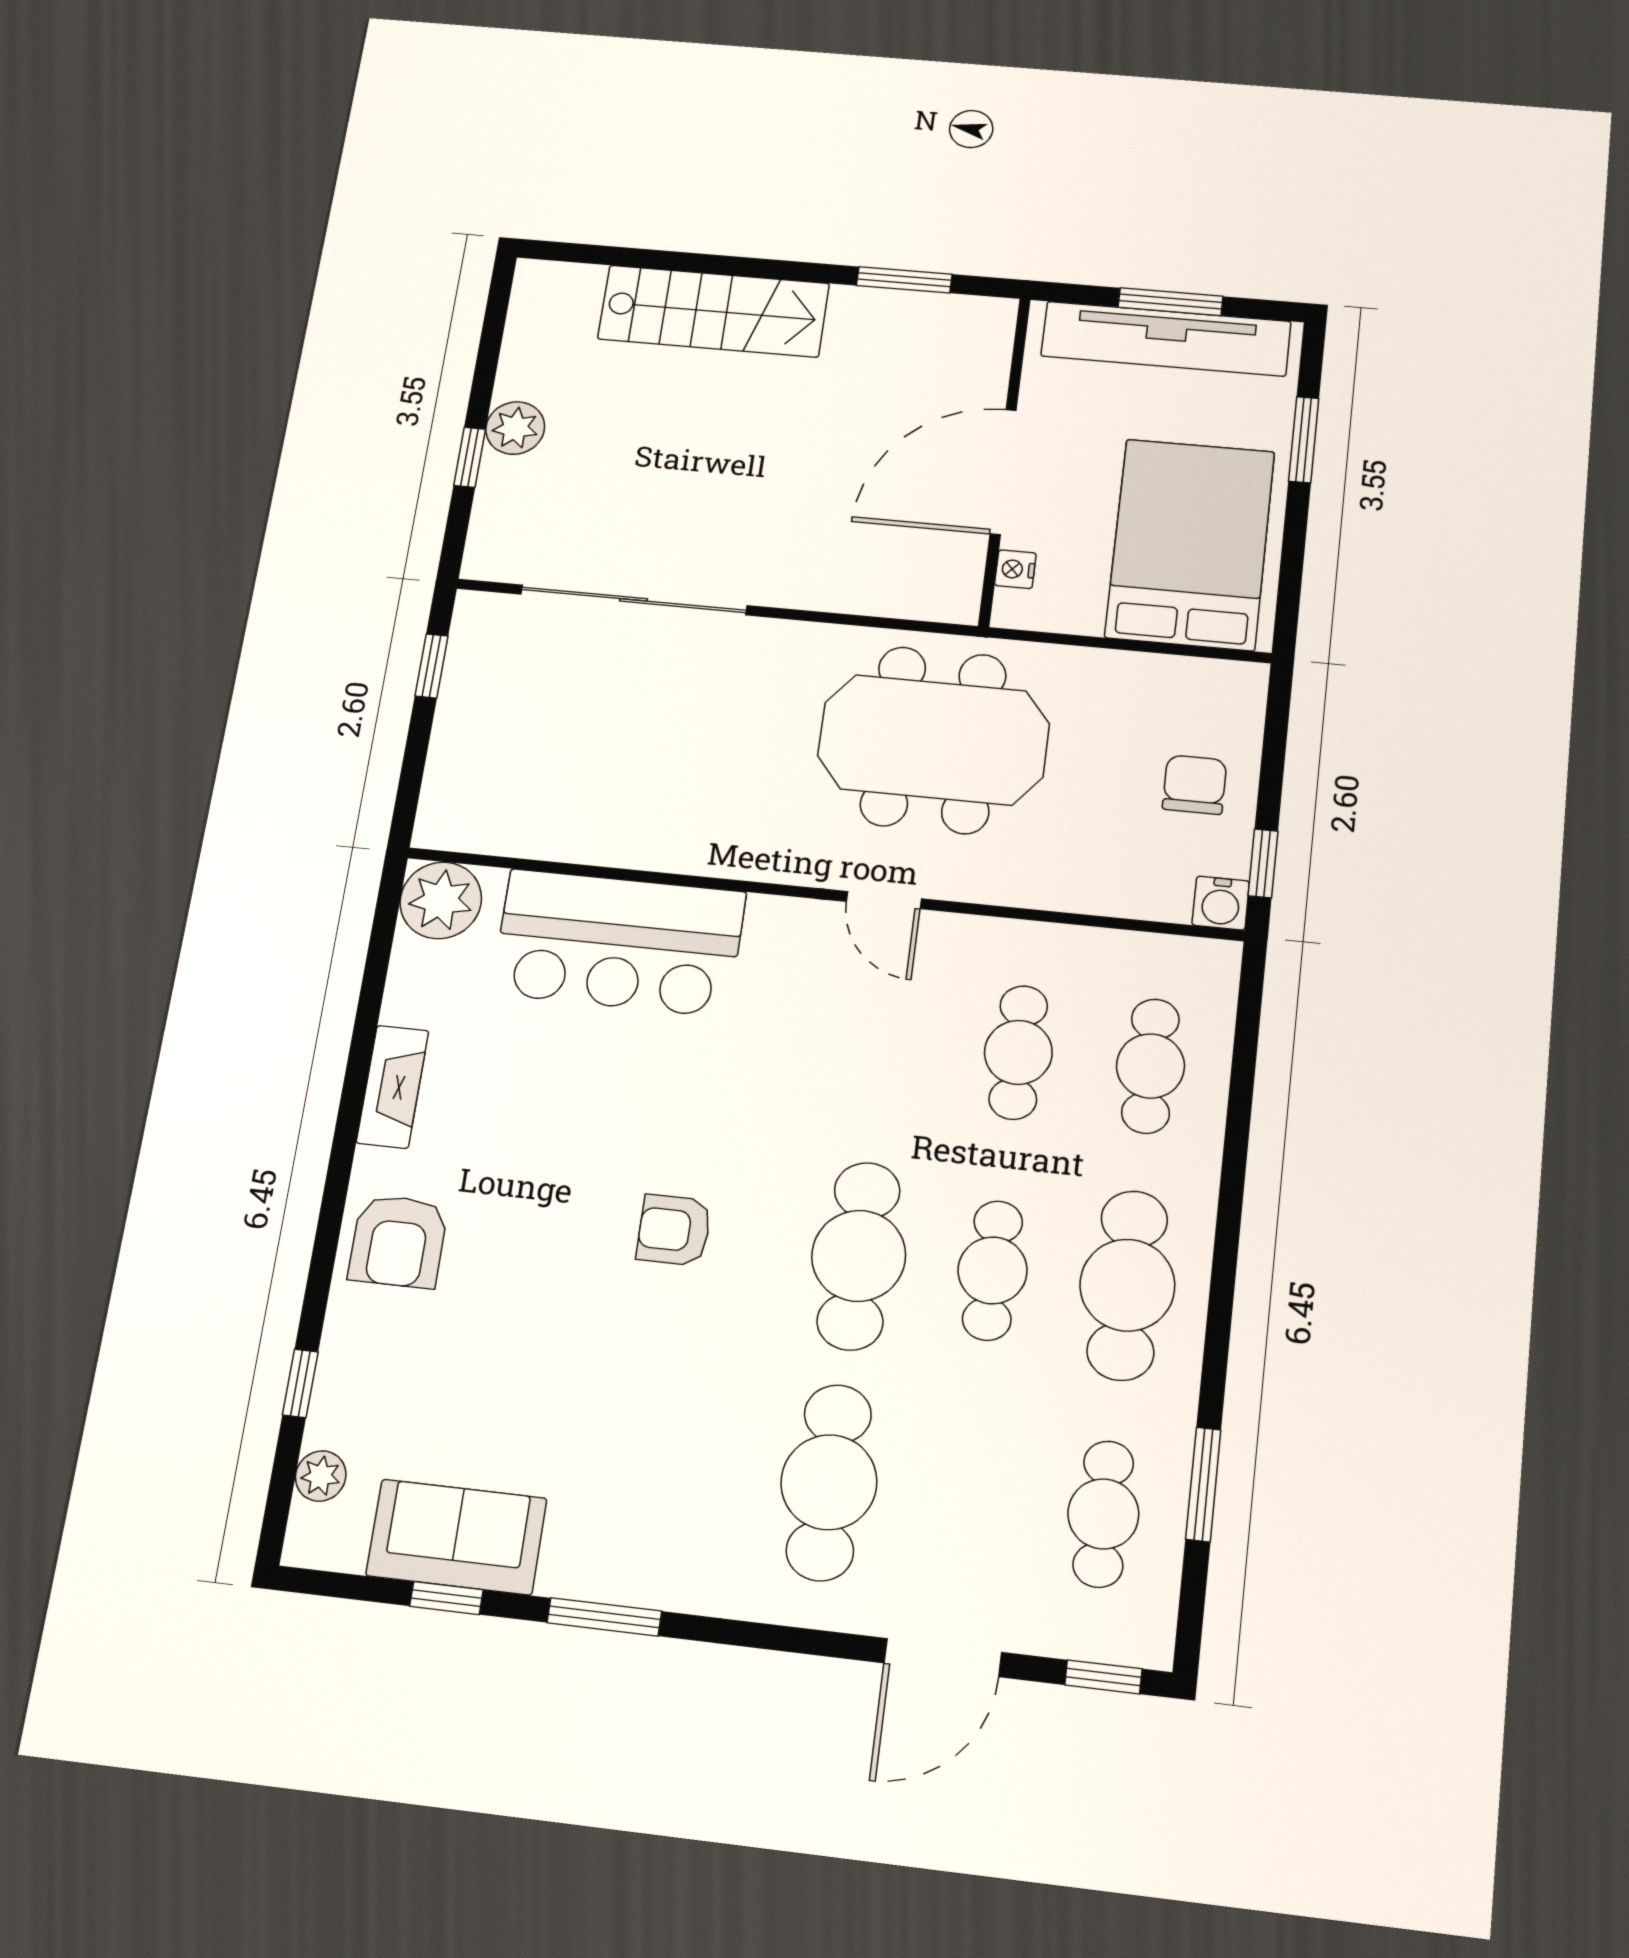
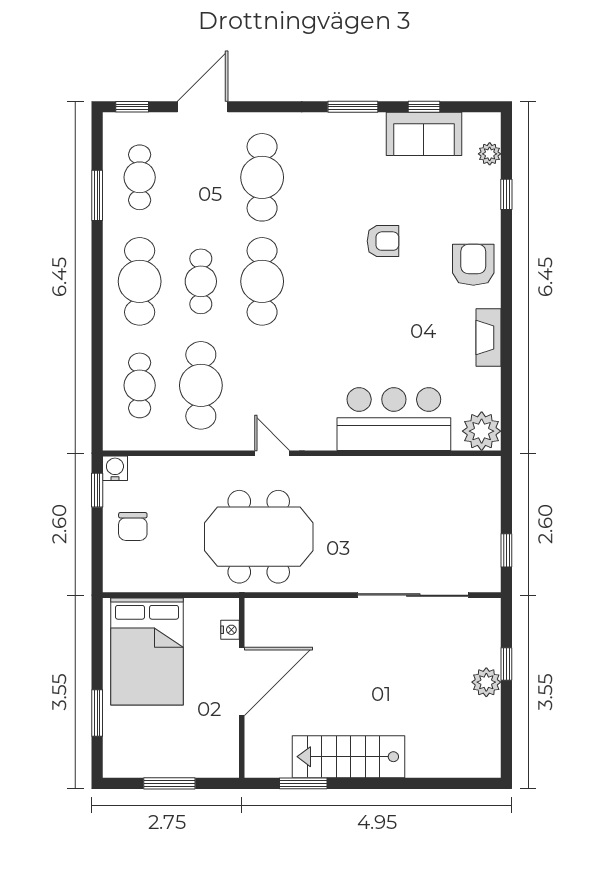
stairs: (713, 311) -> (349, 757), moved
tv unit: (1166, 339) -> (170, 762), removed
cafe table: (1018, 1052) -> (201, 385), width x1.37, depth x1.35
armchair: (674, 1230) -> (383, 241), moved

